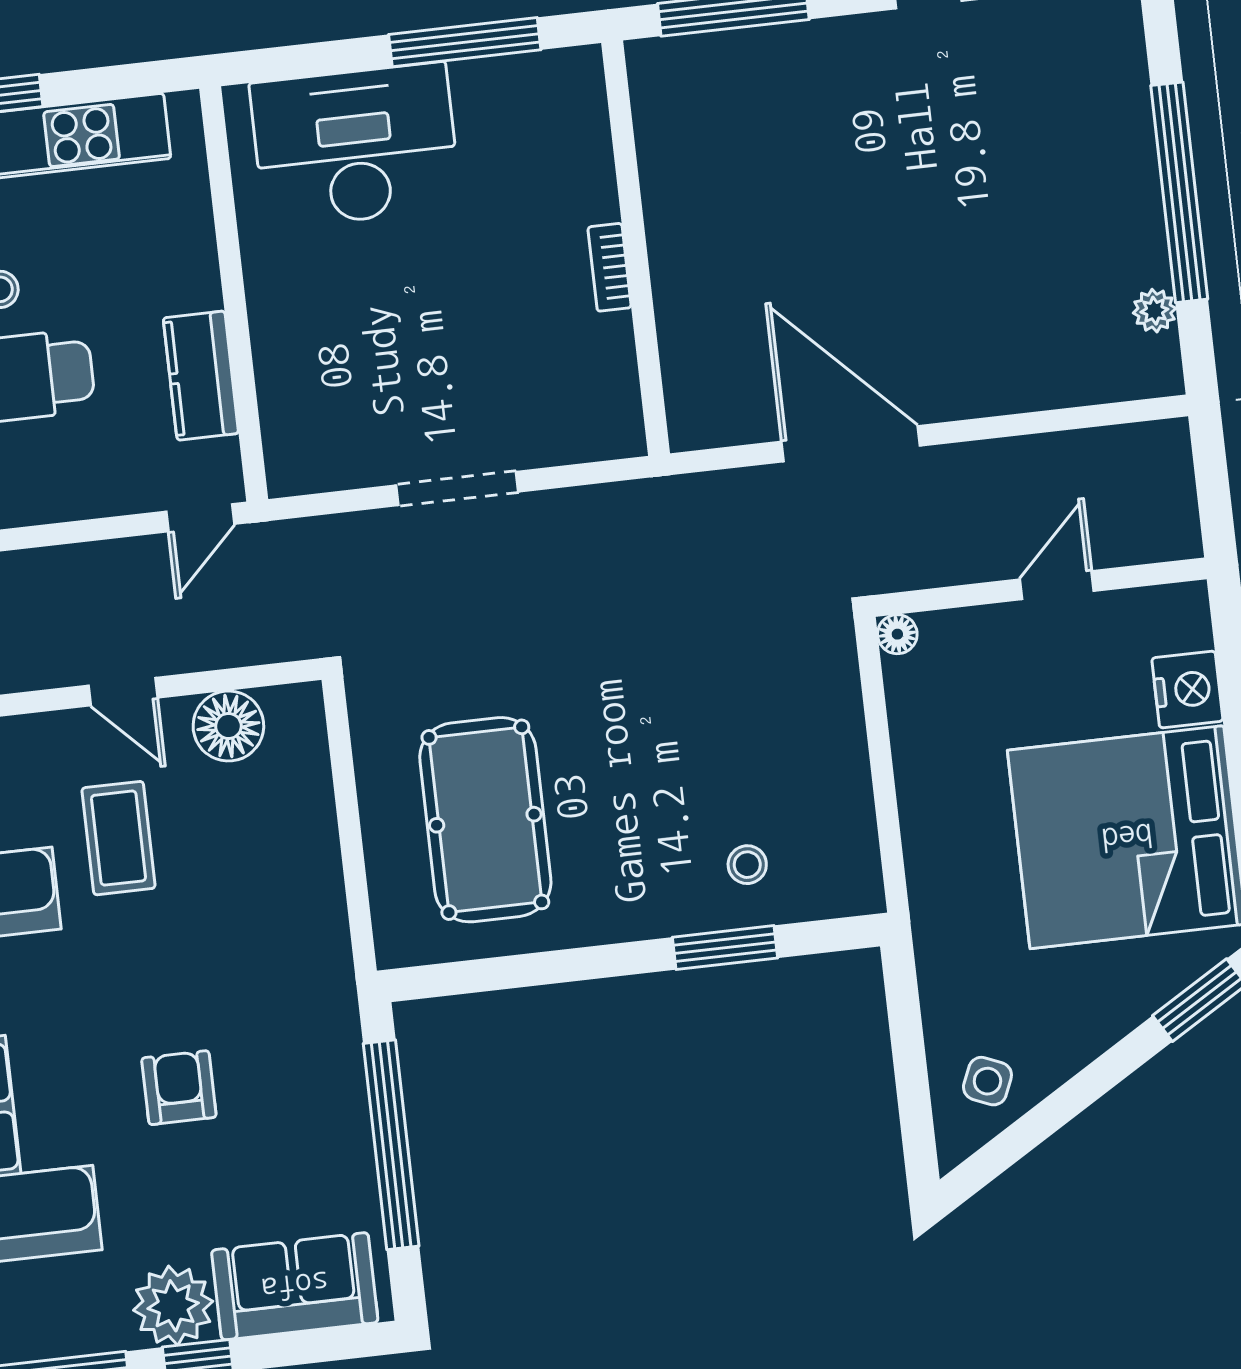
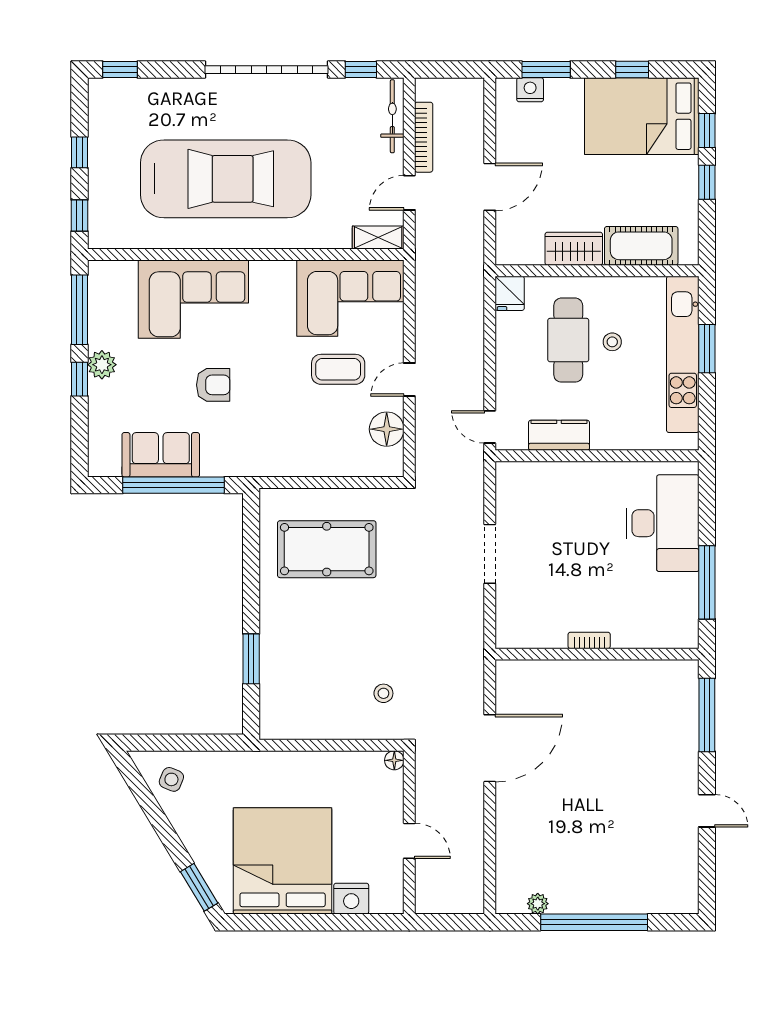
stool: (747, 865) -> (383, 693), moved
sofa: (295, 1286) -> (161, 455), moved, turned -90
plant: (173, 1306) -> (102, 365), width x0.73, depth x0.73

